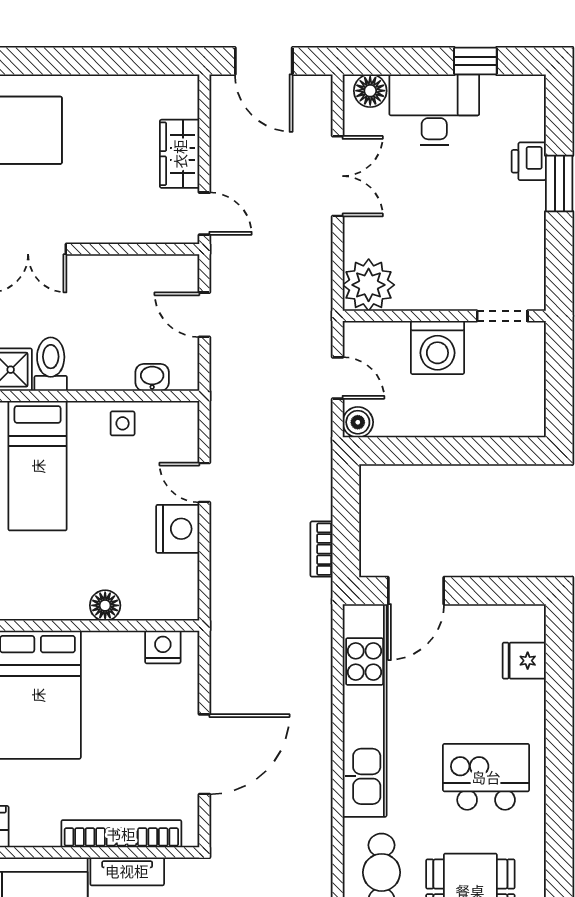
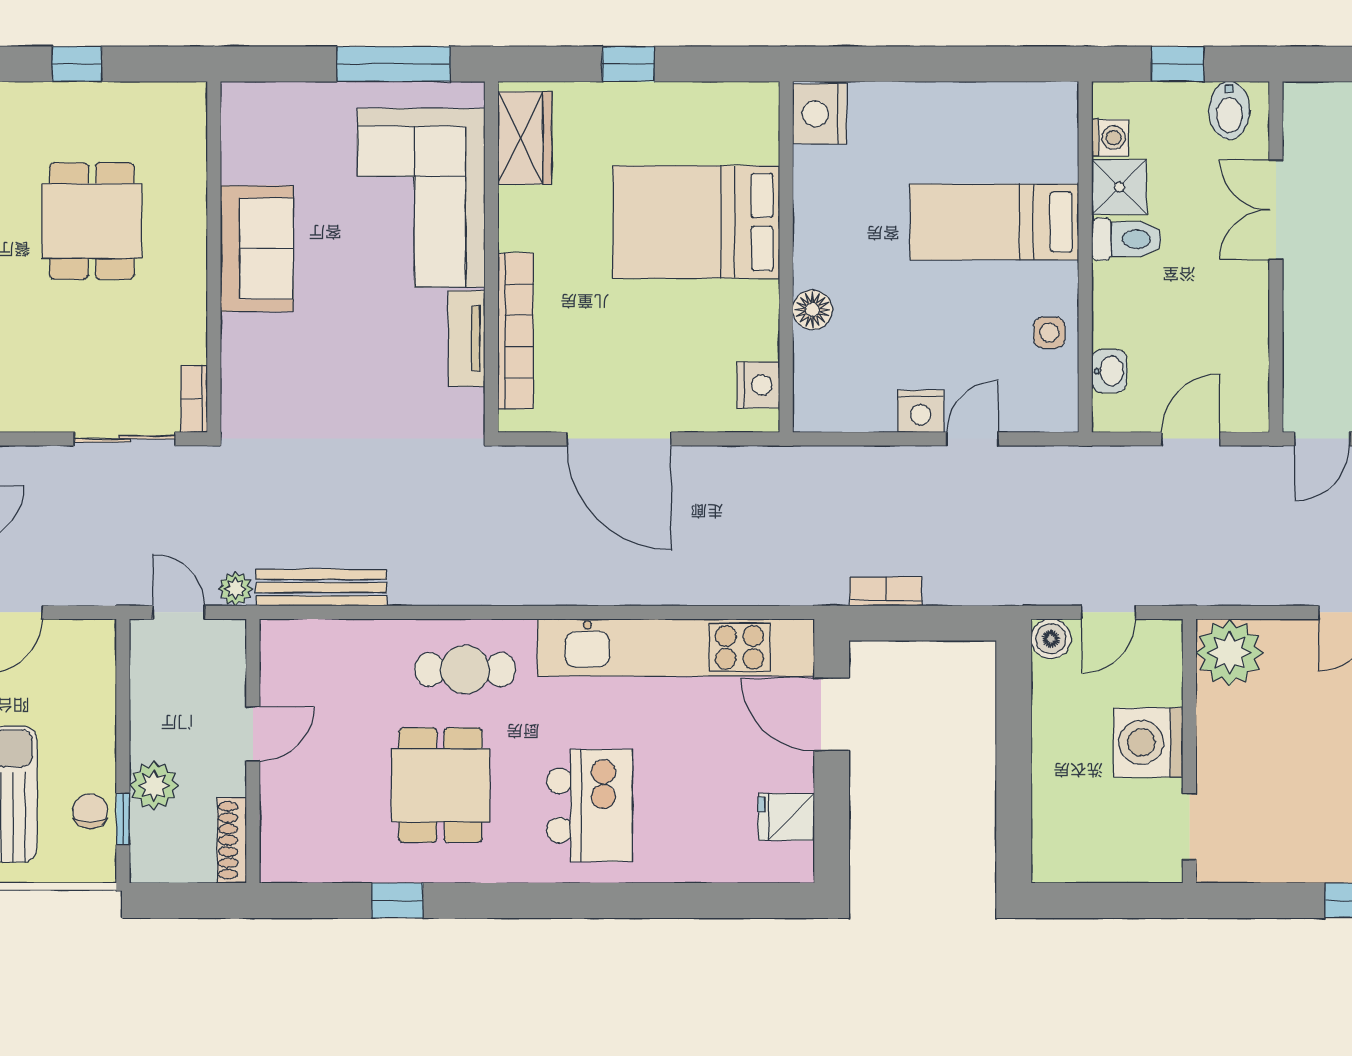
nightstand: (178, 529) -> (921, 411), width x0.74, depth x0.75
fridge: (524, 661) -> (786, 817), moved, turned -90

